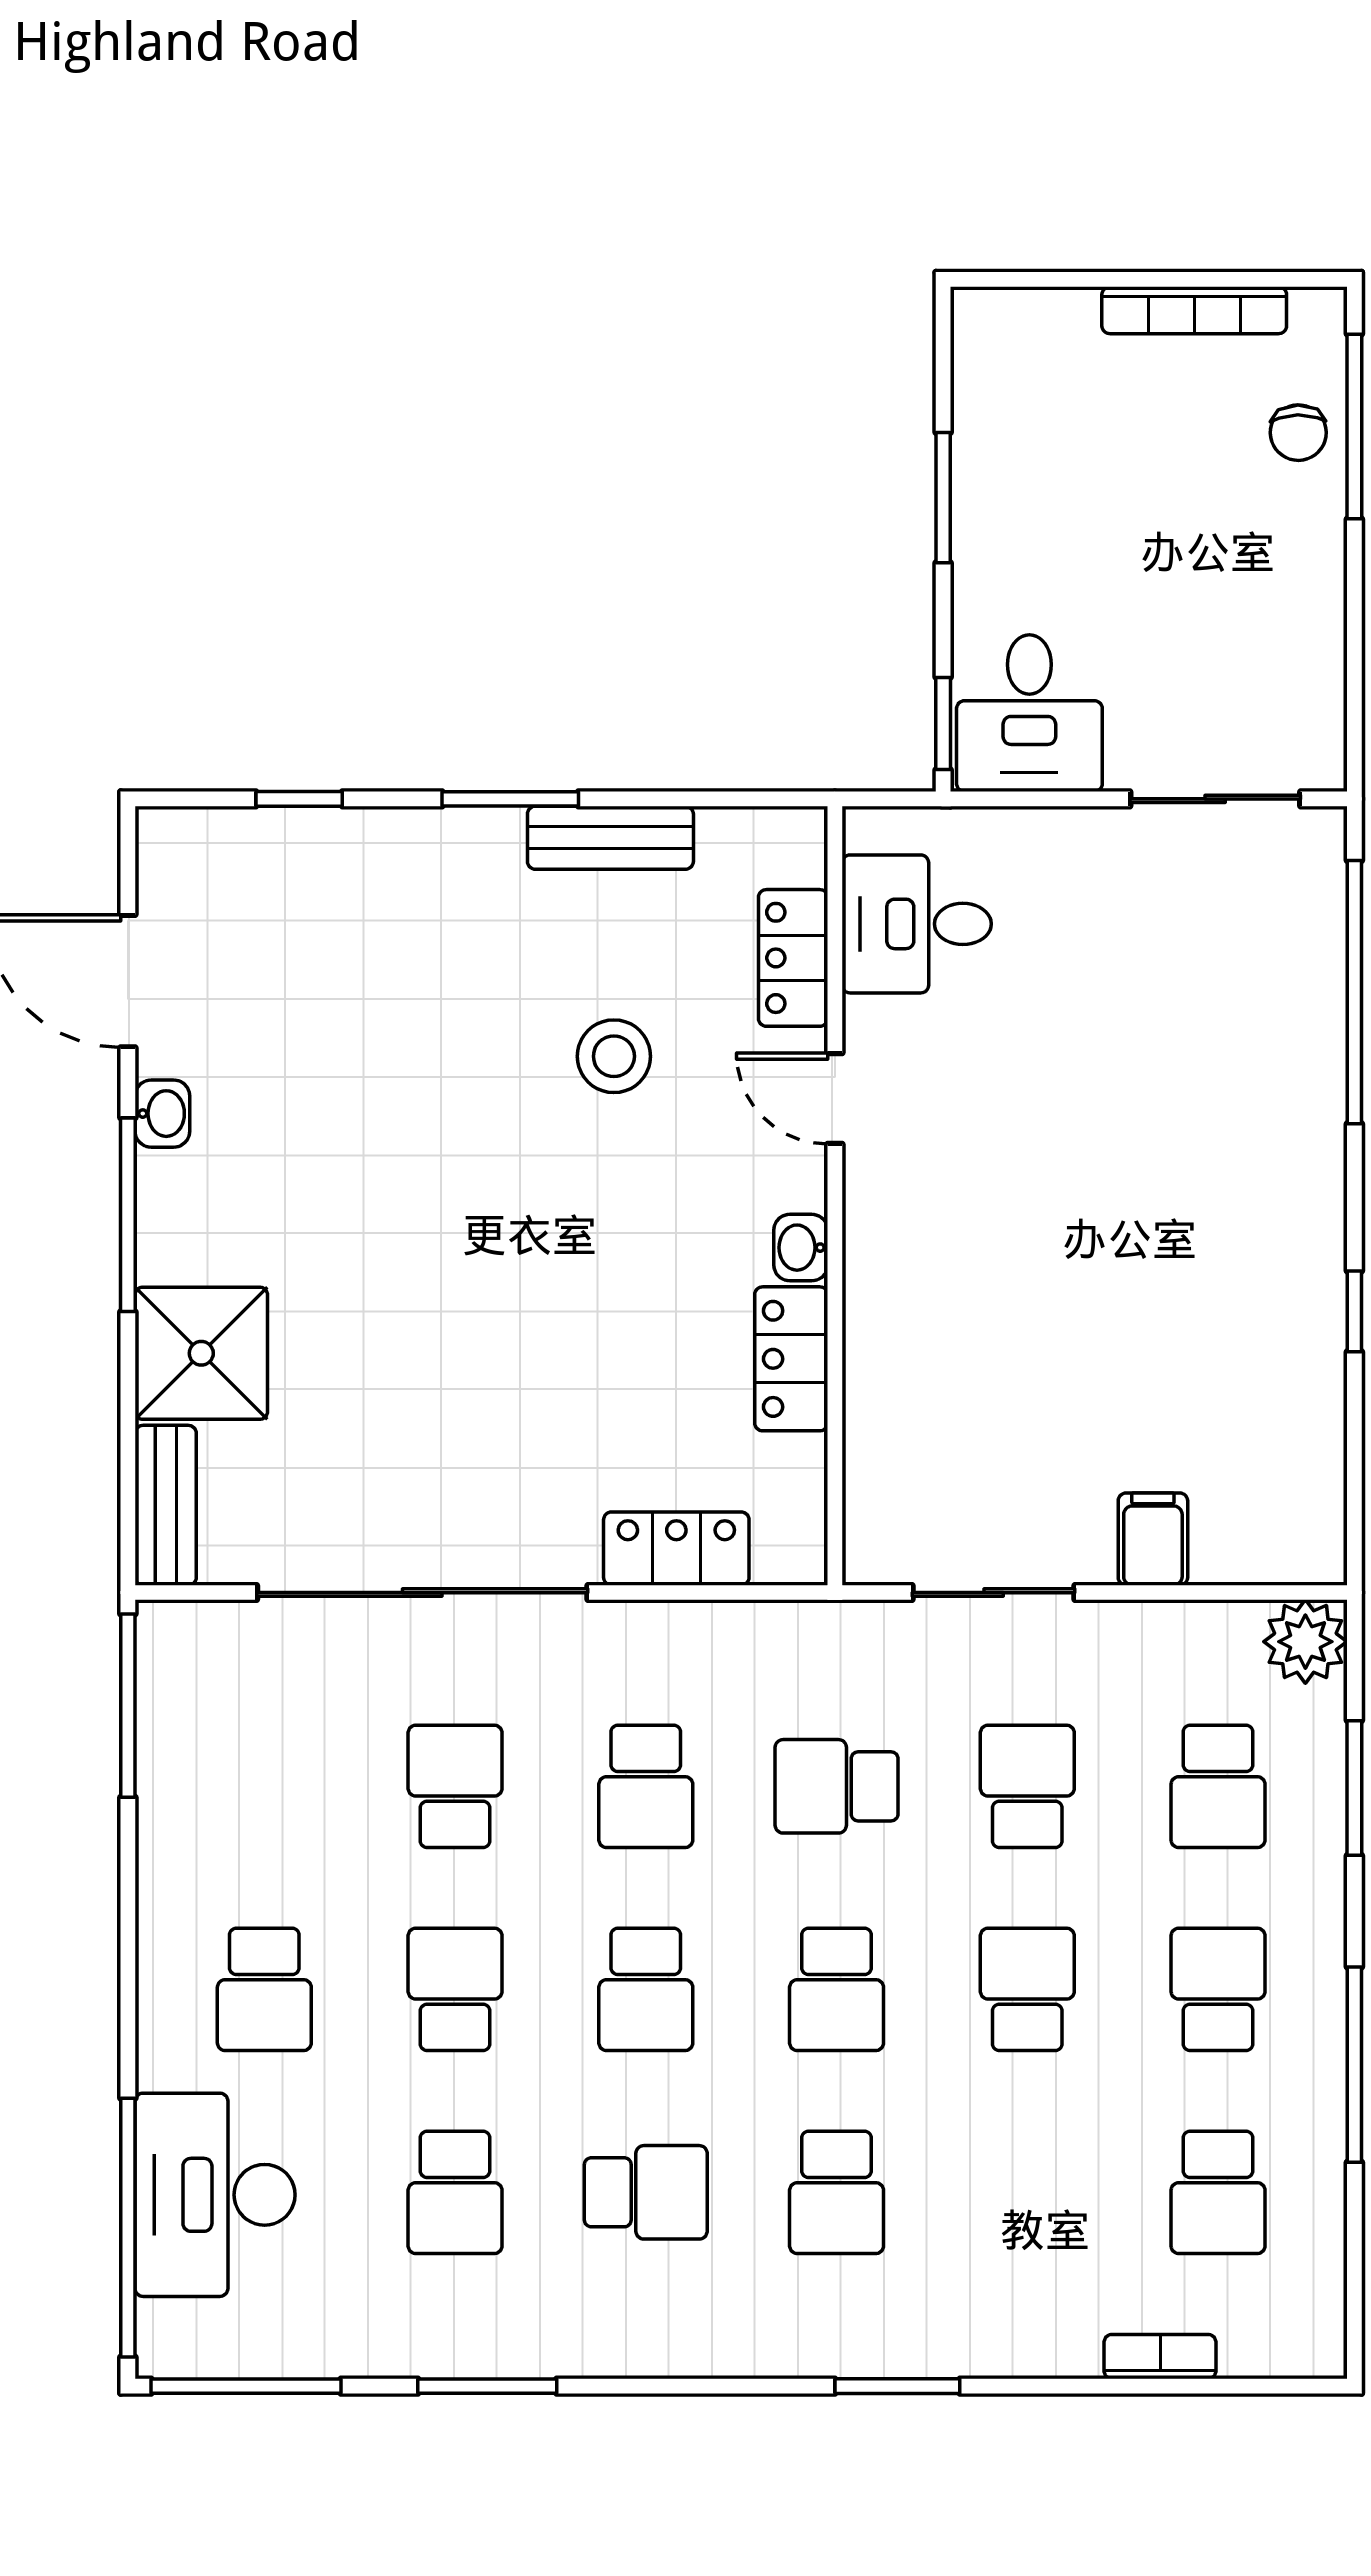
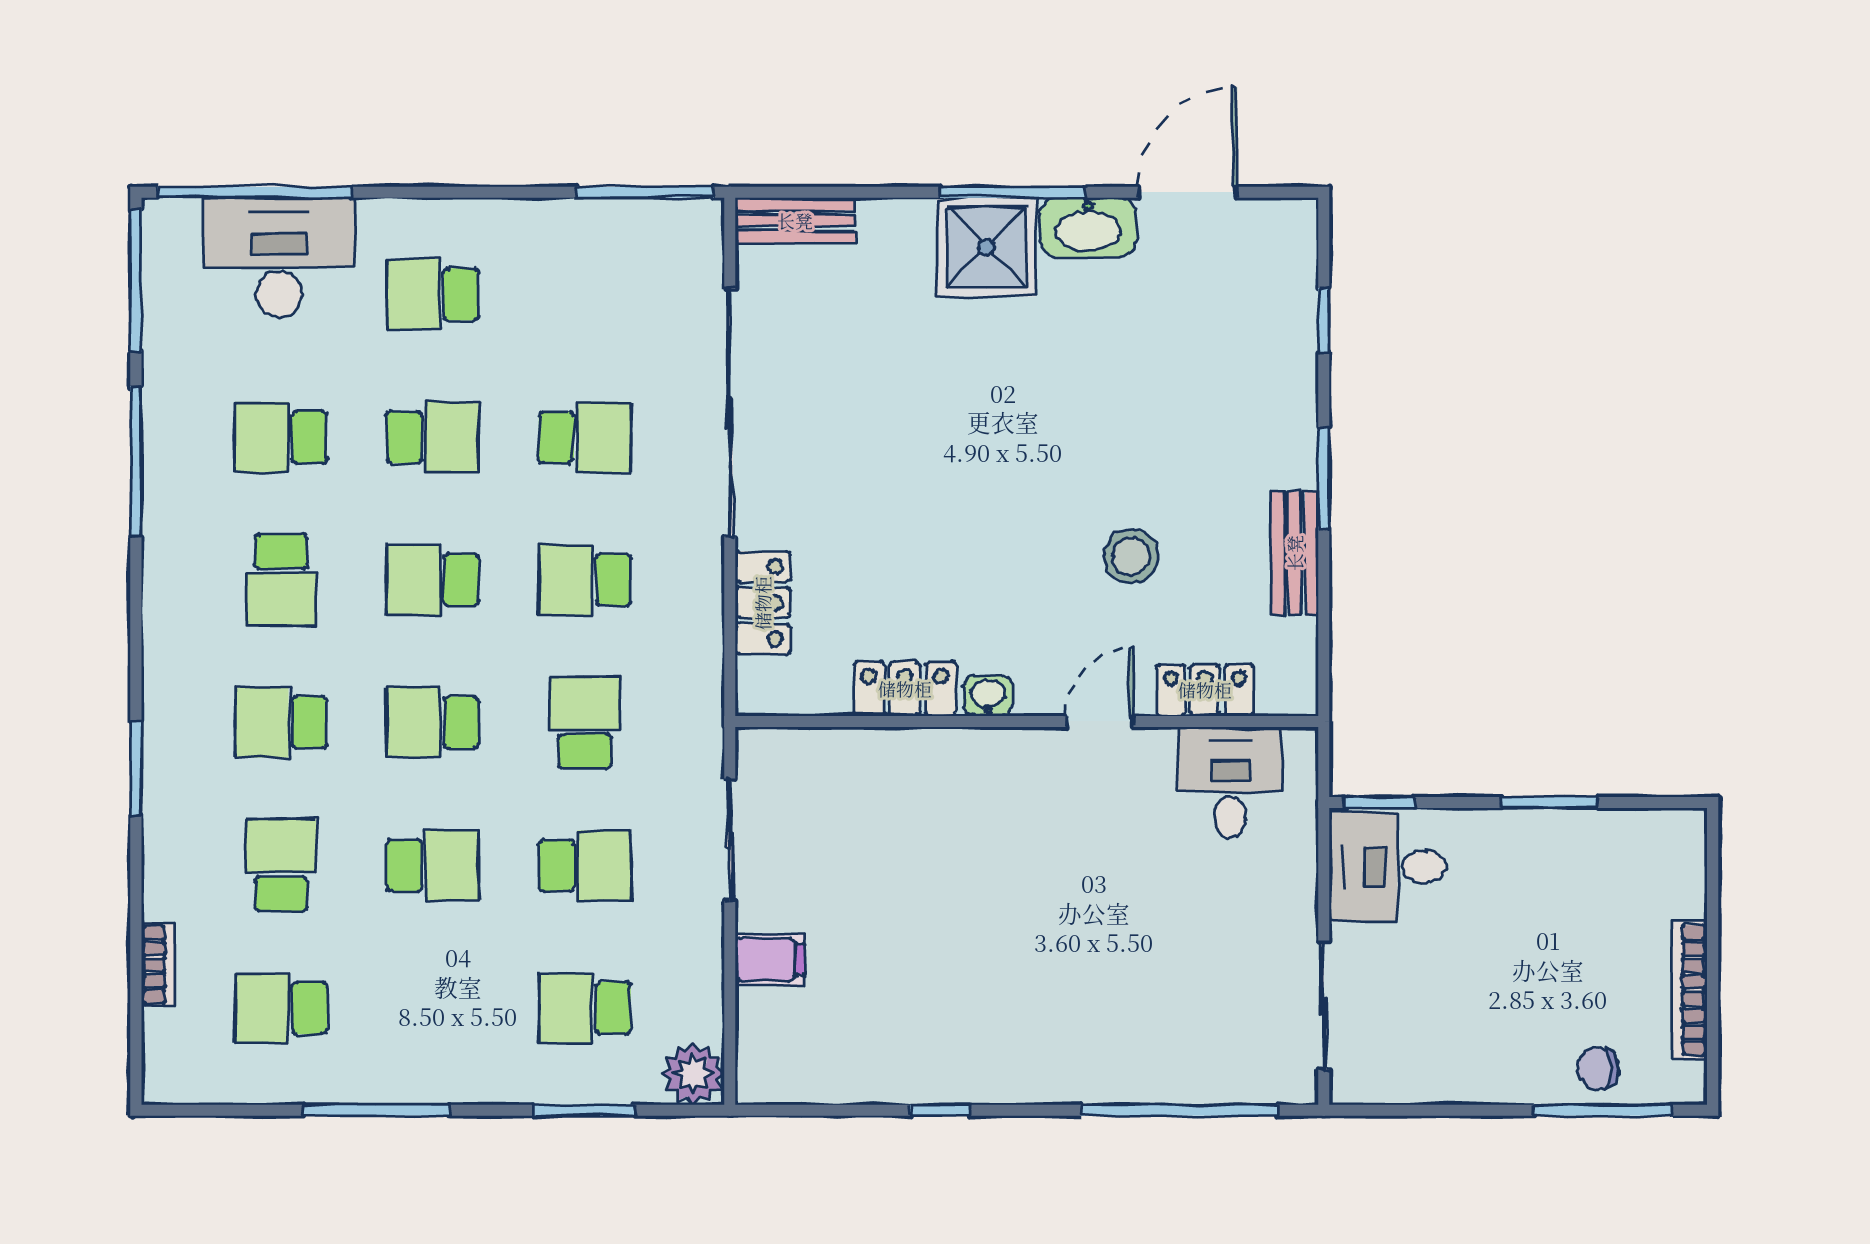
washbasin: (162, 1114) -> (1088, 227), width x1.91, depth x1.45
shower: (201, 1353) -> (986, 247), moved
school desk: (1218, 1989) -> (281, 865), moved, turned -90
window: (487, 2386) -> (136, 461), width x1.44

